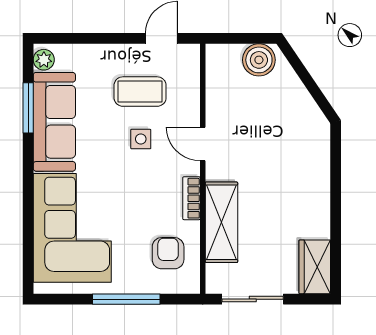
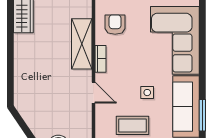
side table: (141, 139) -> (147, 93), moved
armchair: (168, 253) -> (115, 25), turned 180

